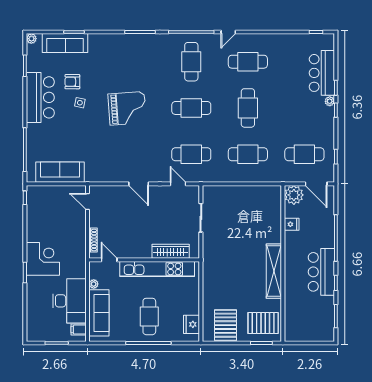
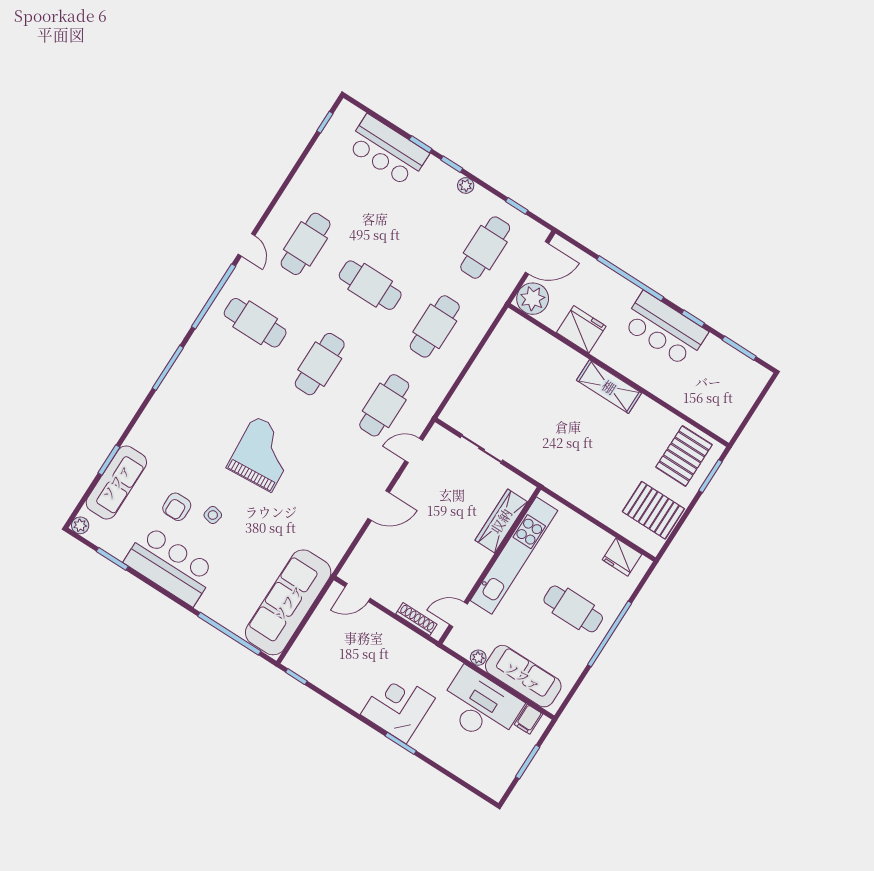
plant: (330, 101) -> (466, 185), moved
sofa: (60, 172) -> (288, 602), width x1.36, depth x1.27
fridge: (292, 224) -> (581, 329), width x1.88, depth x1.34
shelving: (274, 271) -> (609, 387), width x0.68

